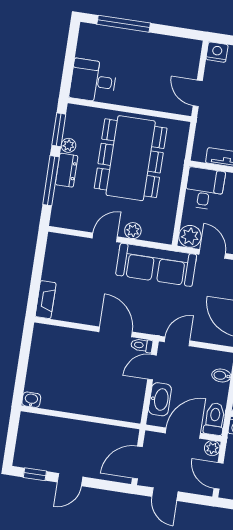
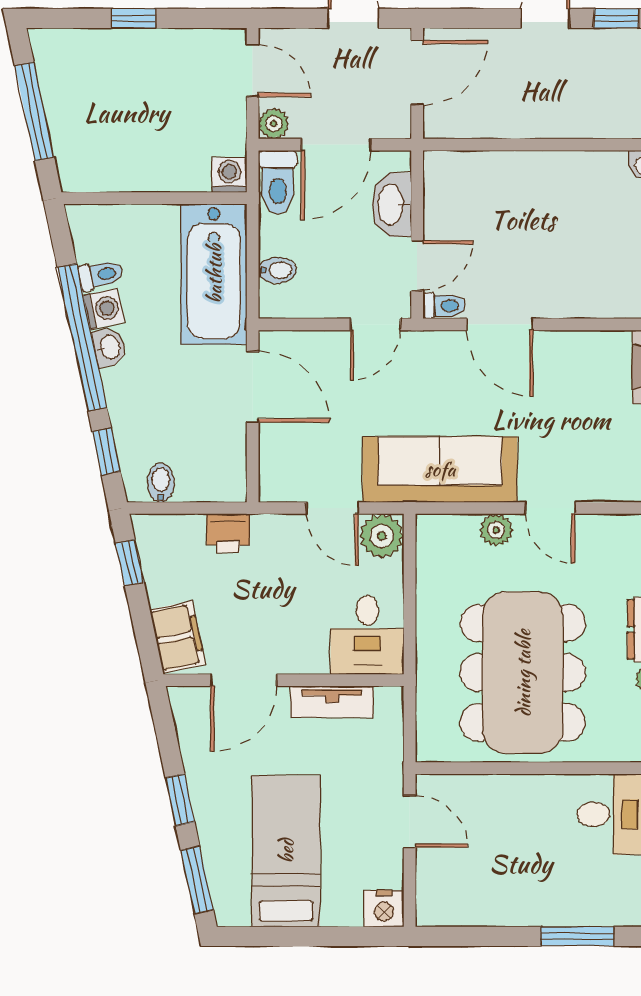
window: (124, 24) -> (577, 936), width x0.69
door: (105, 237) -> (550, 508), hinge flipped

